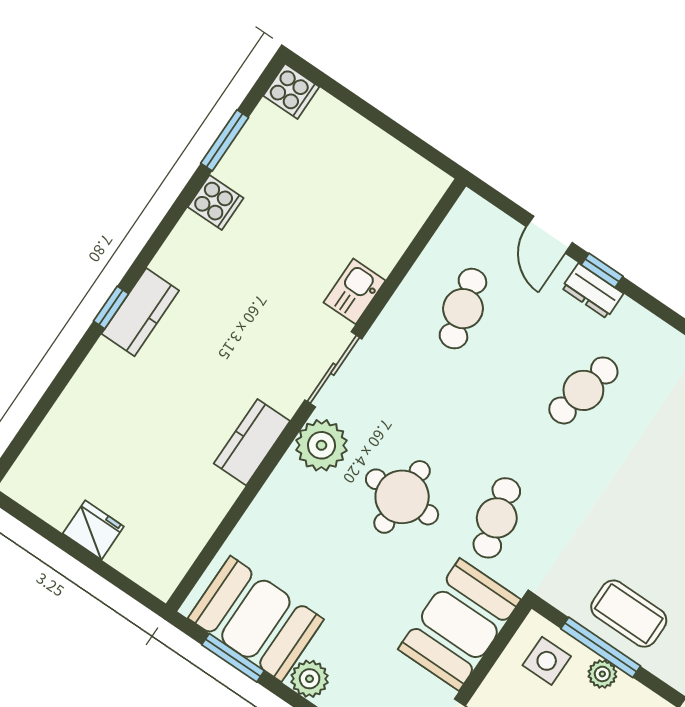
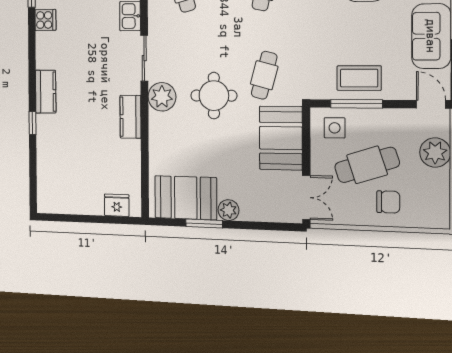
window: (111, 307) -> (33, 123), moved
cafe table: (497, 518) -> (264, 75), turned 30
fridge: (93, 530) -> (117, 205), moved
window: (233, 658) -> (204, 224), moved
plant: (602, 674) -> (366, 116), removed

